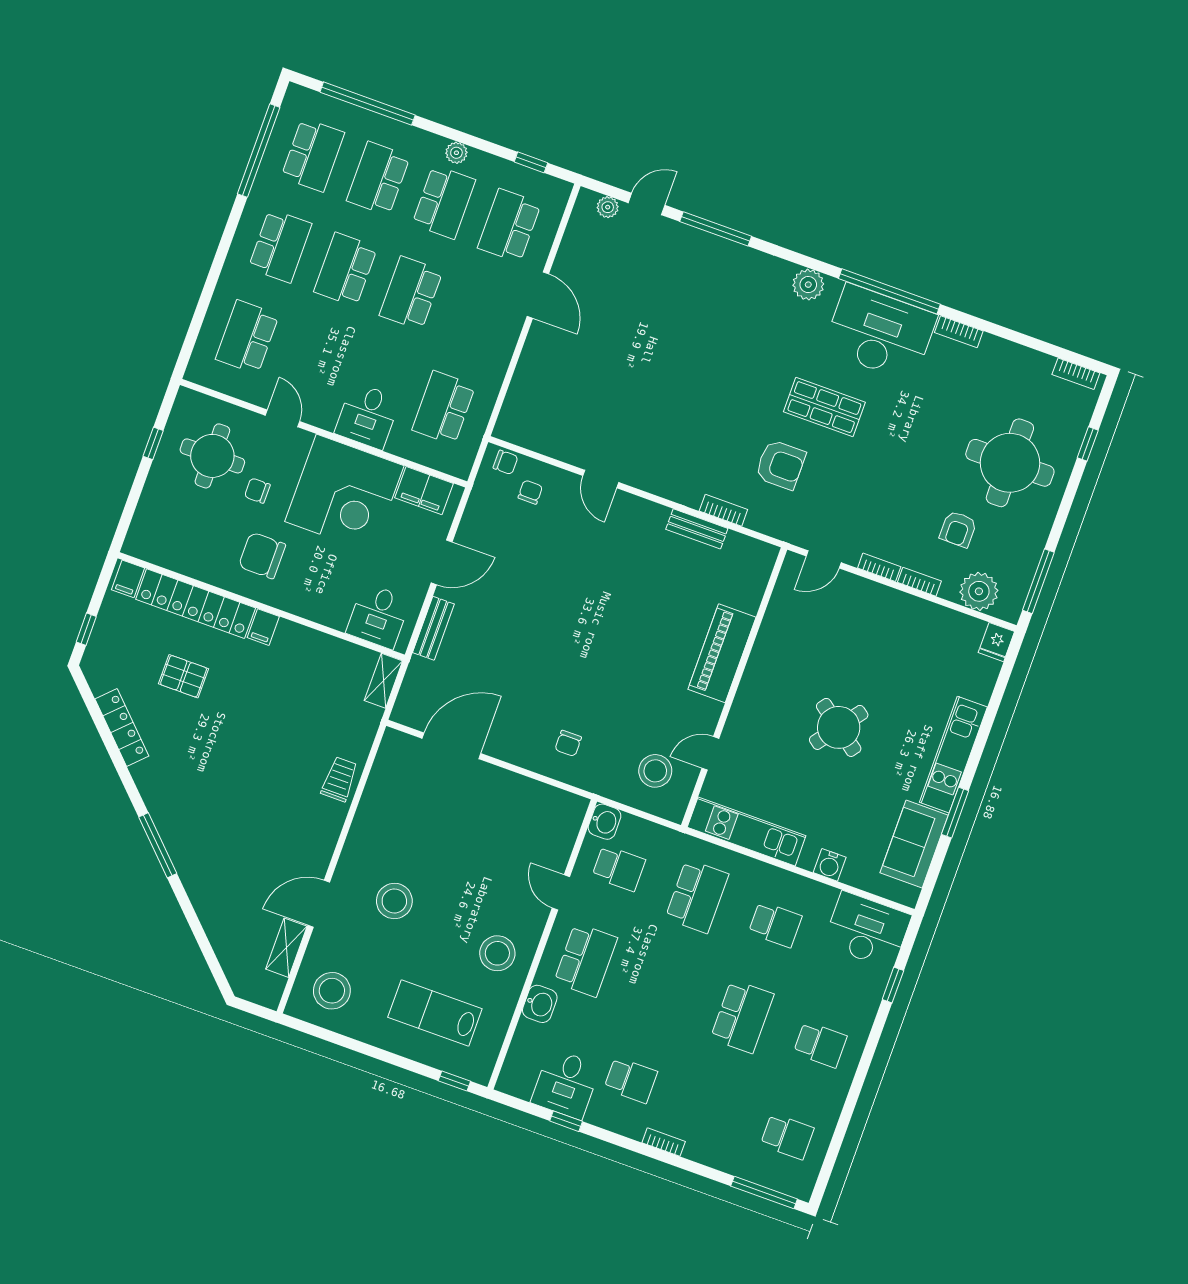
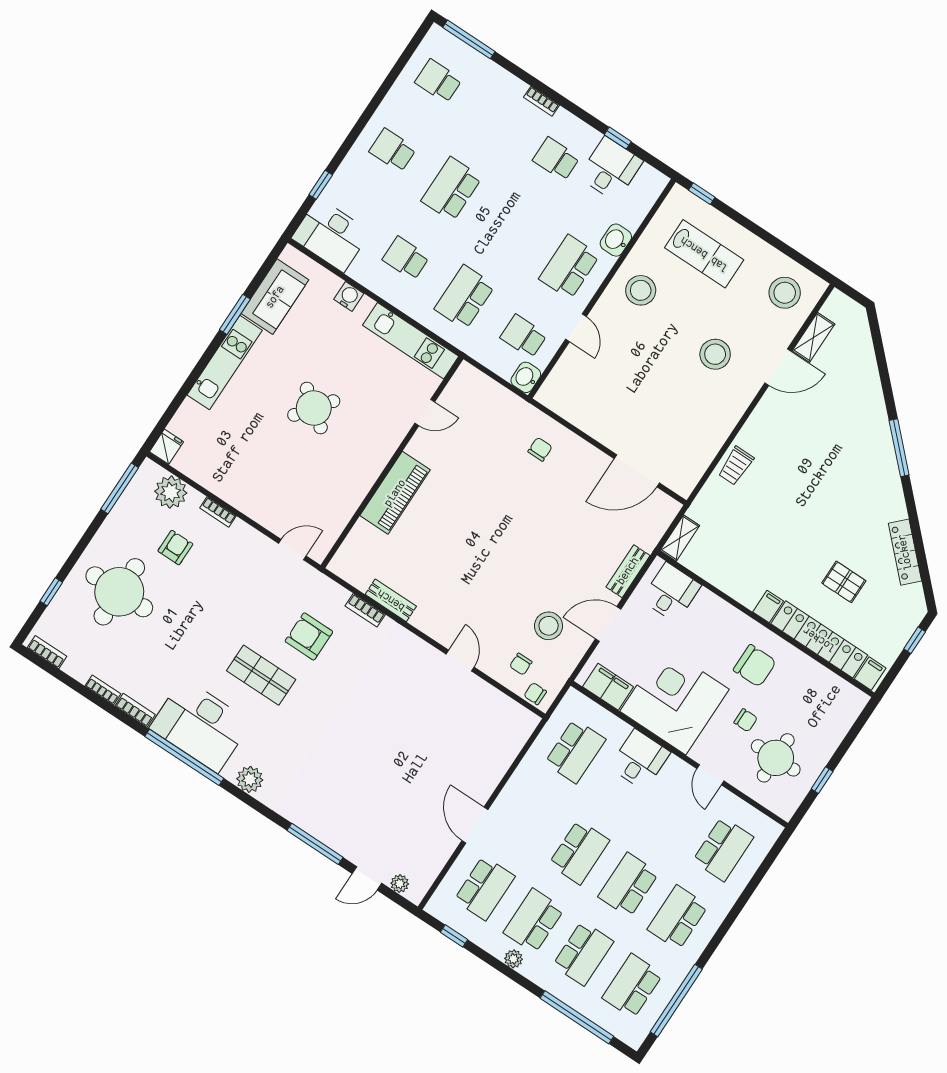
school desk: (346, 269) -> (628, 885), turned 180
bookcase: (879, 567) -> (103, 690), moved, turned 180
stool: (655, 771) -> (549, 626), moved

